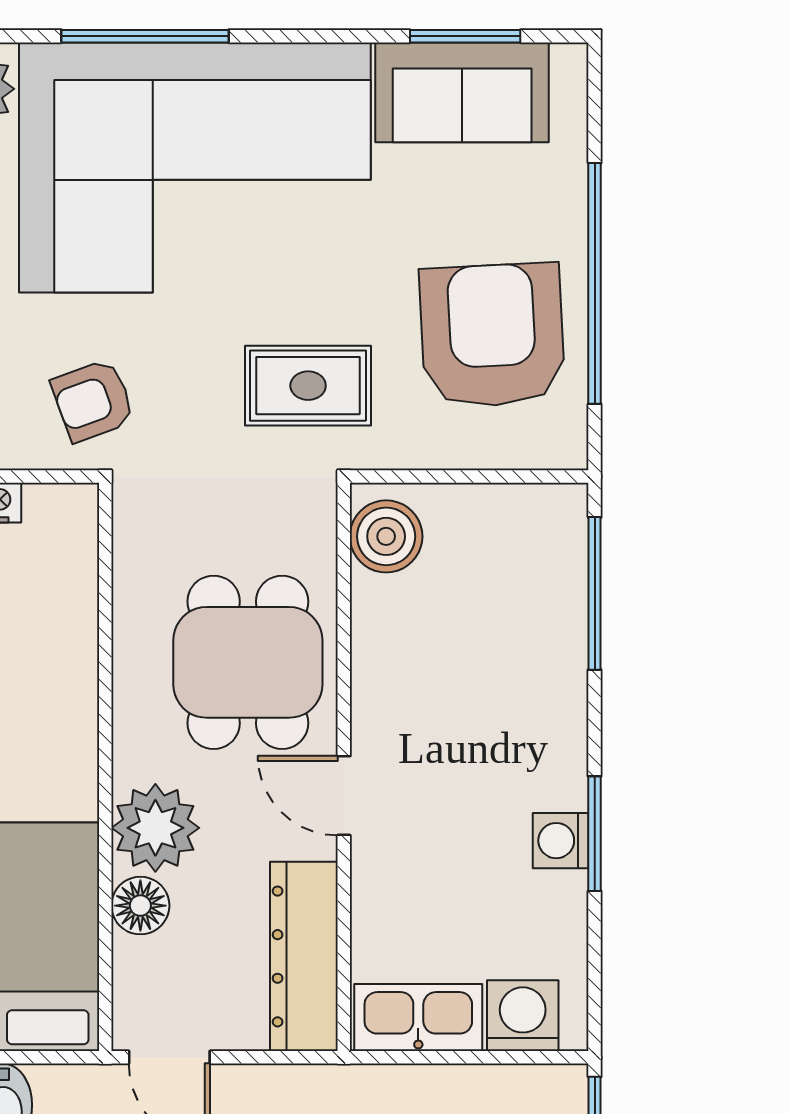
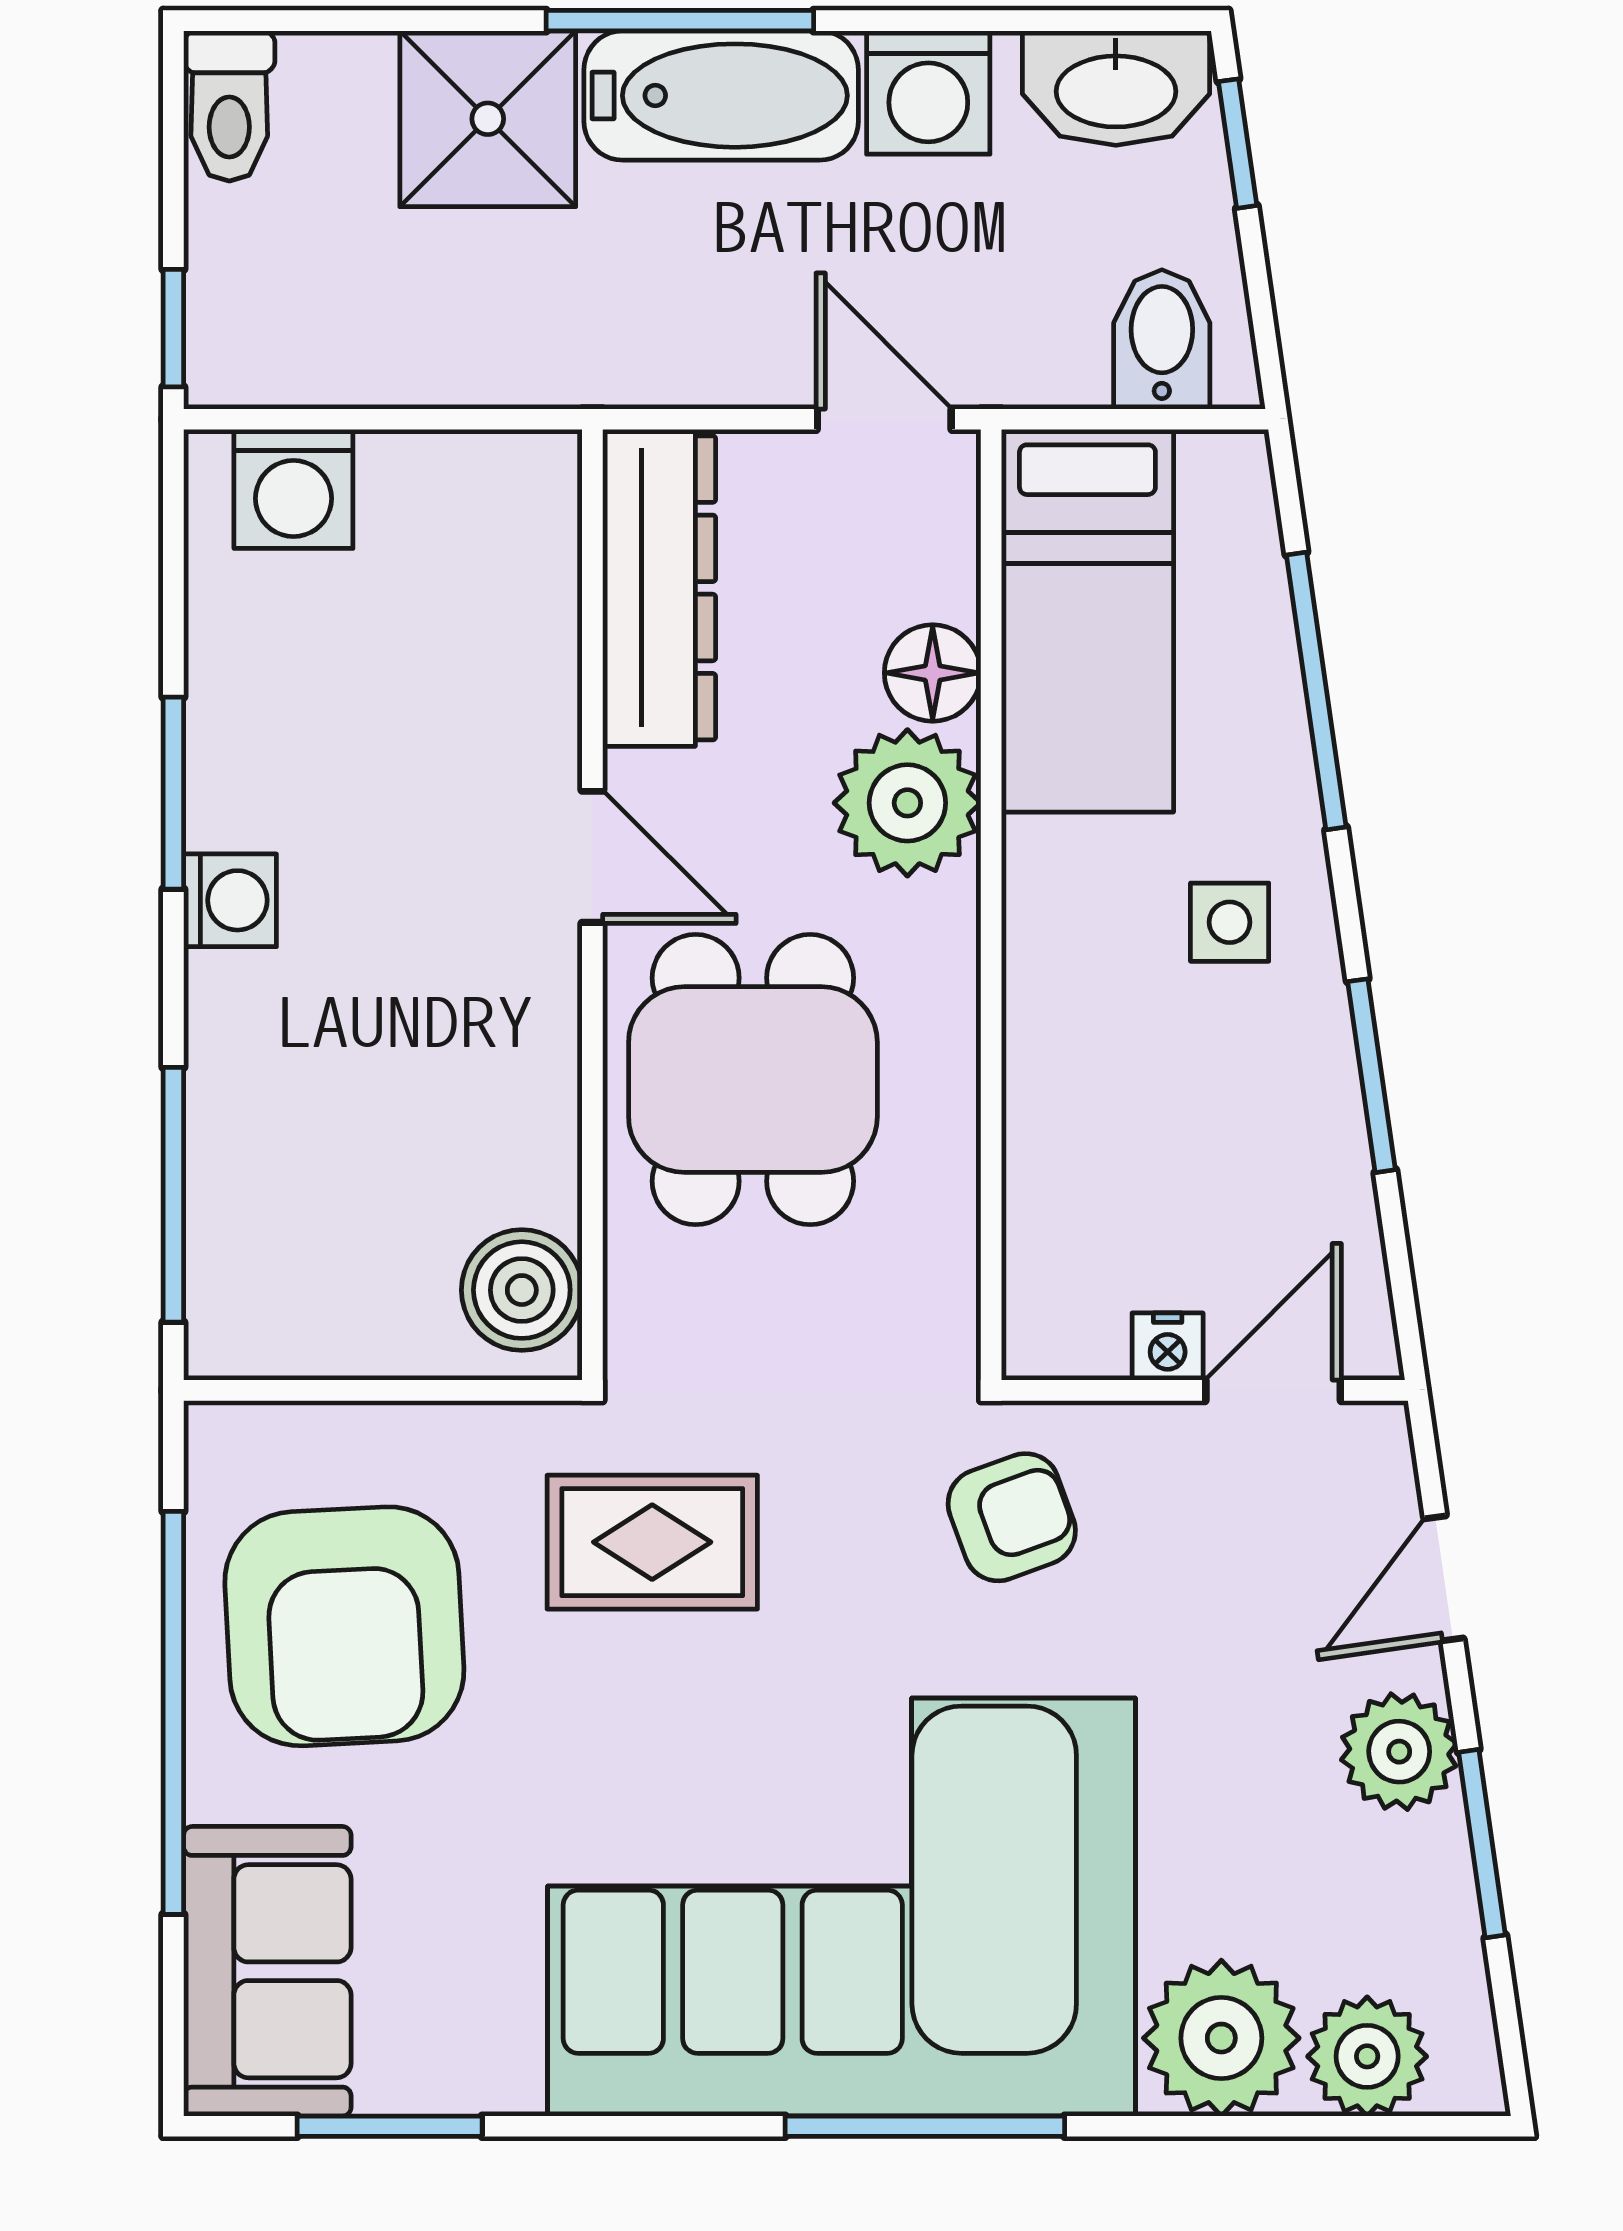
sofa: (462, 92) -> (267, 1971), moved, turned 90
washing machine: (561, 841) -> (230, 900), moved
kitchen sink: (418, 1018) -> (468, 486), removed

